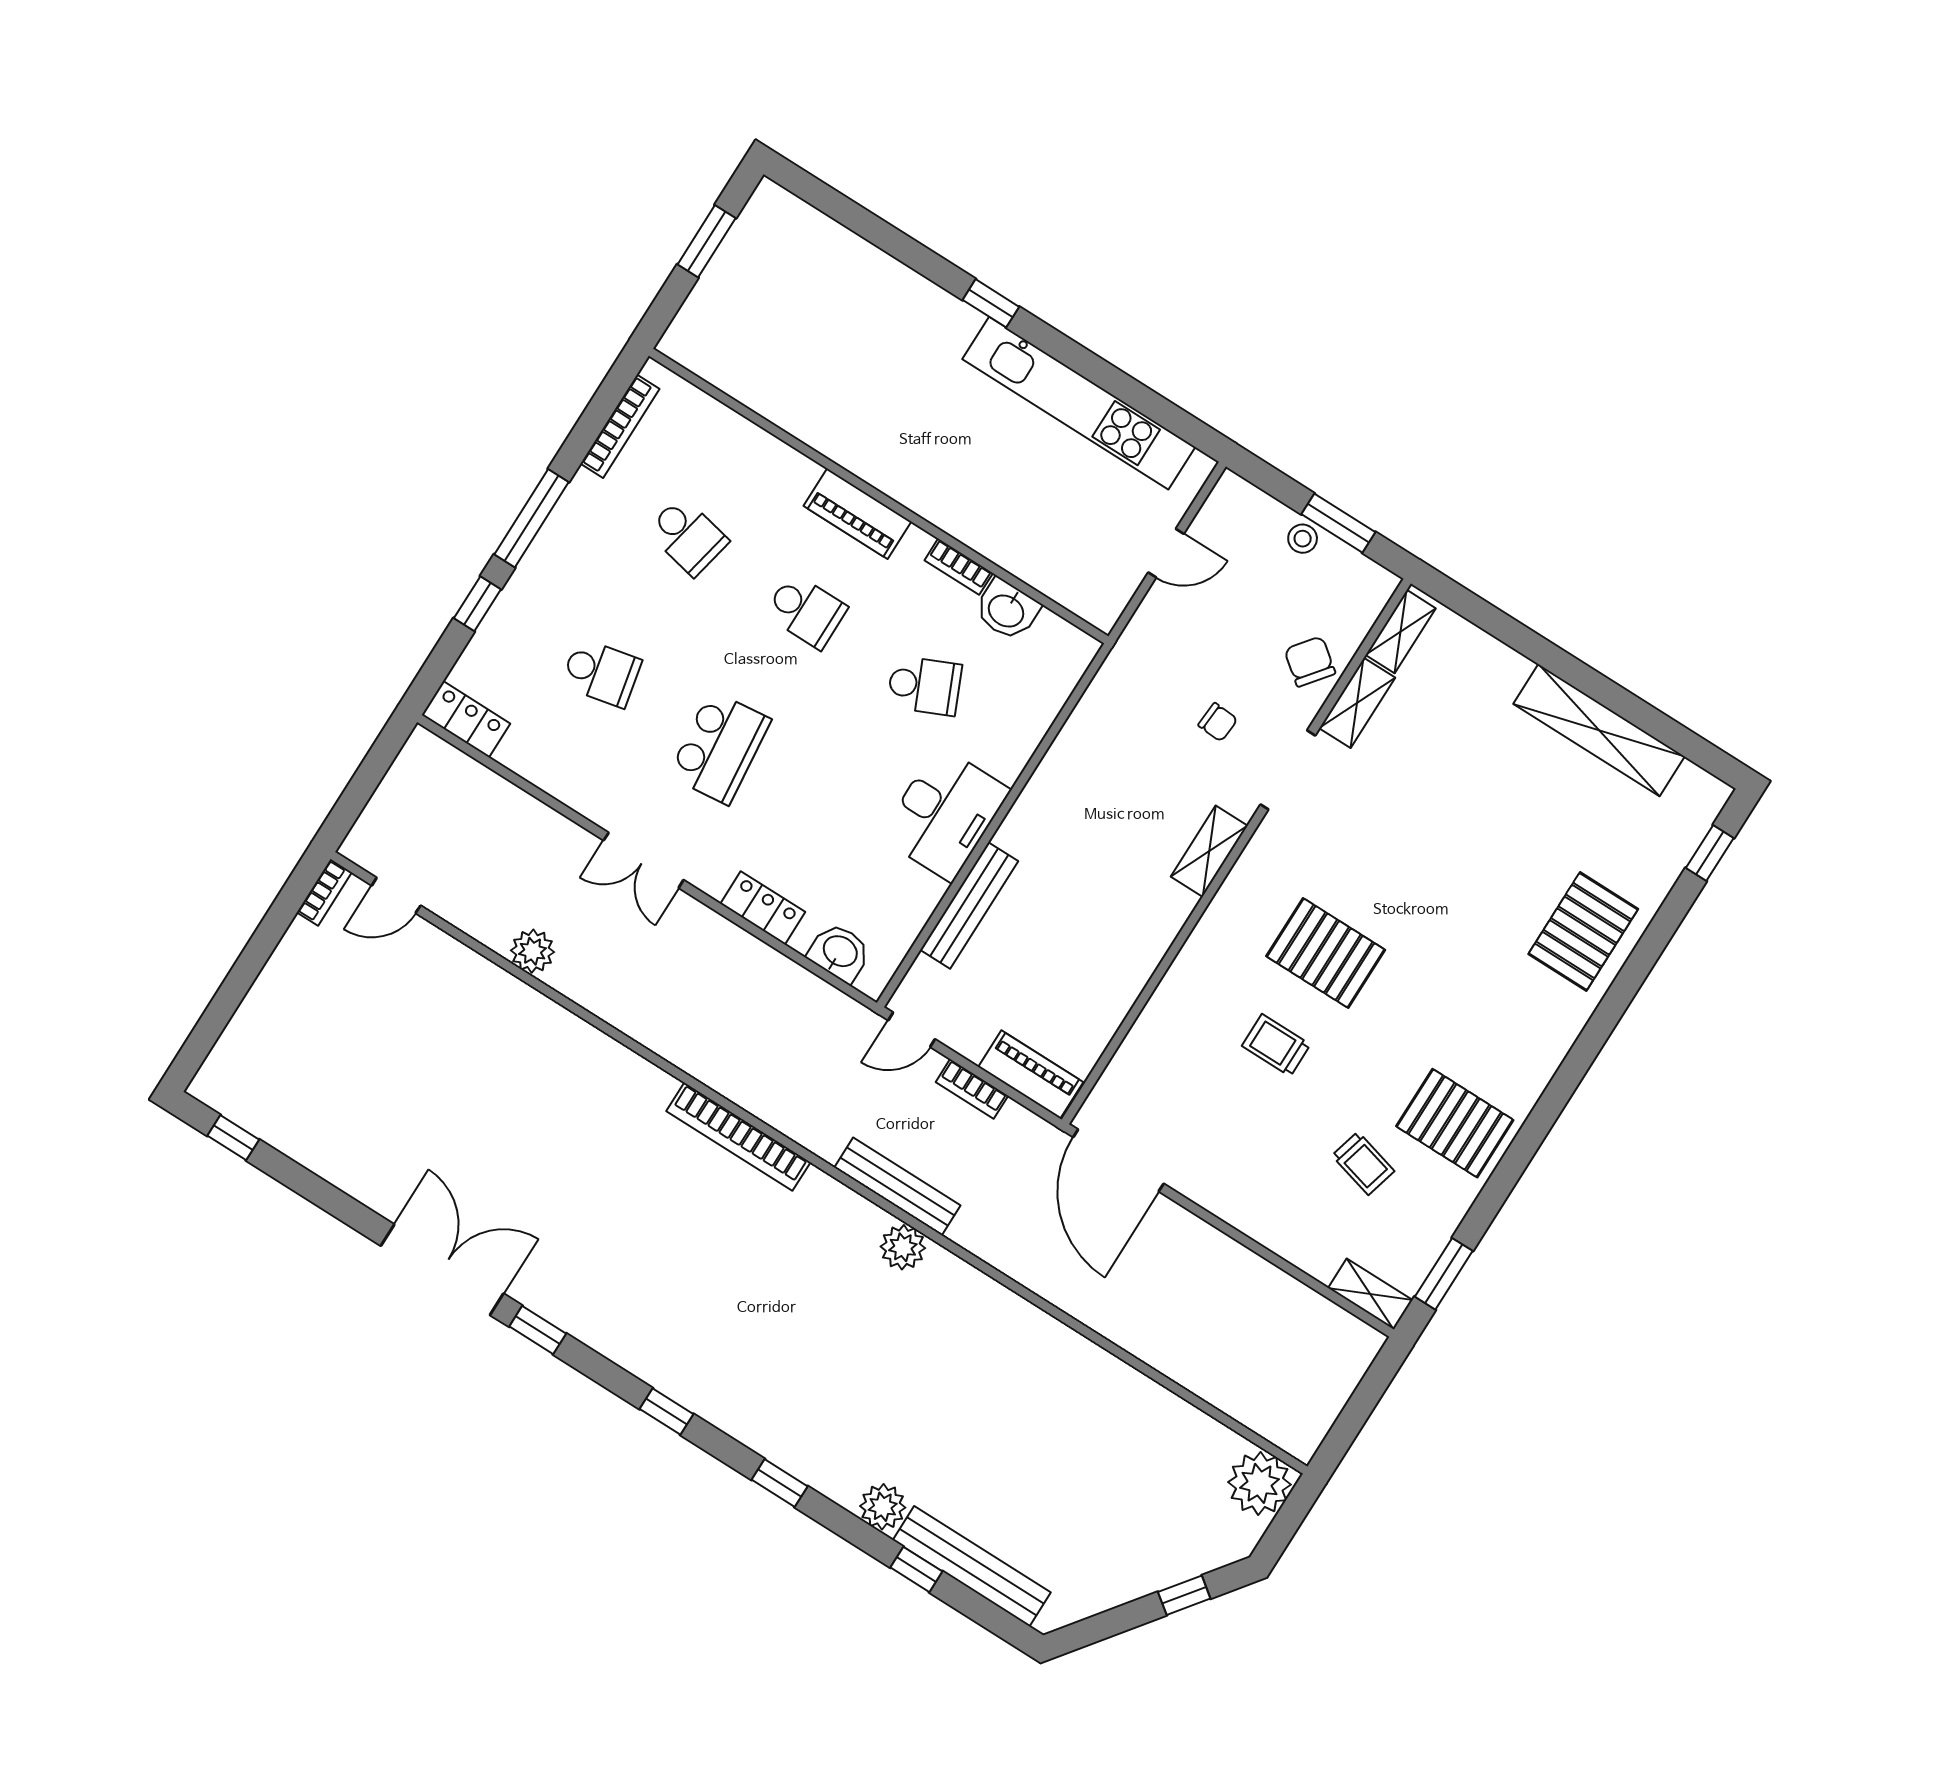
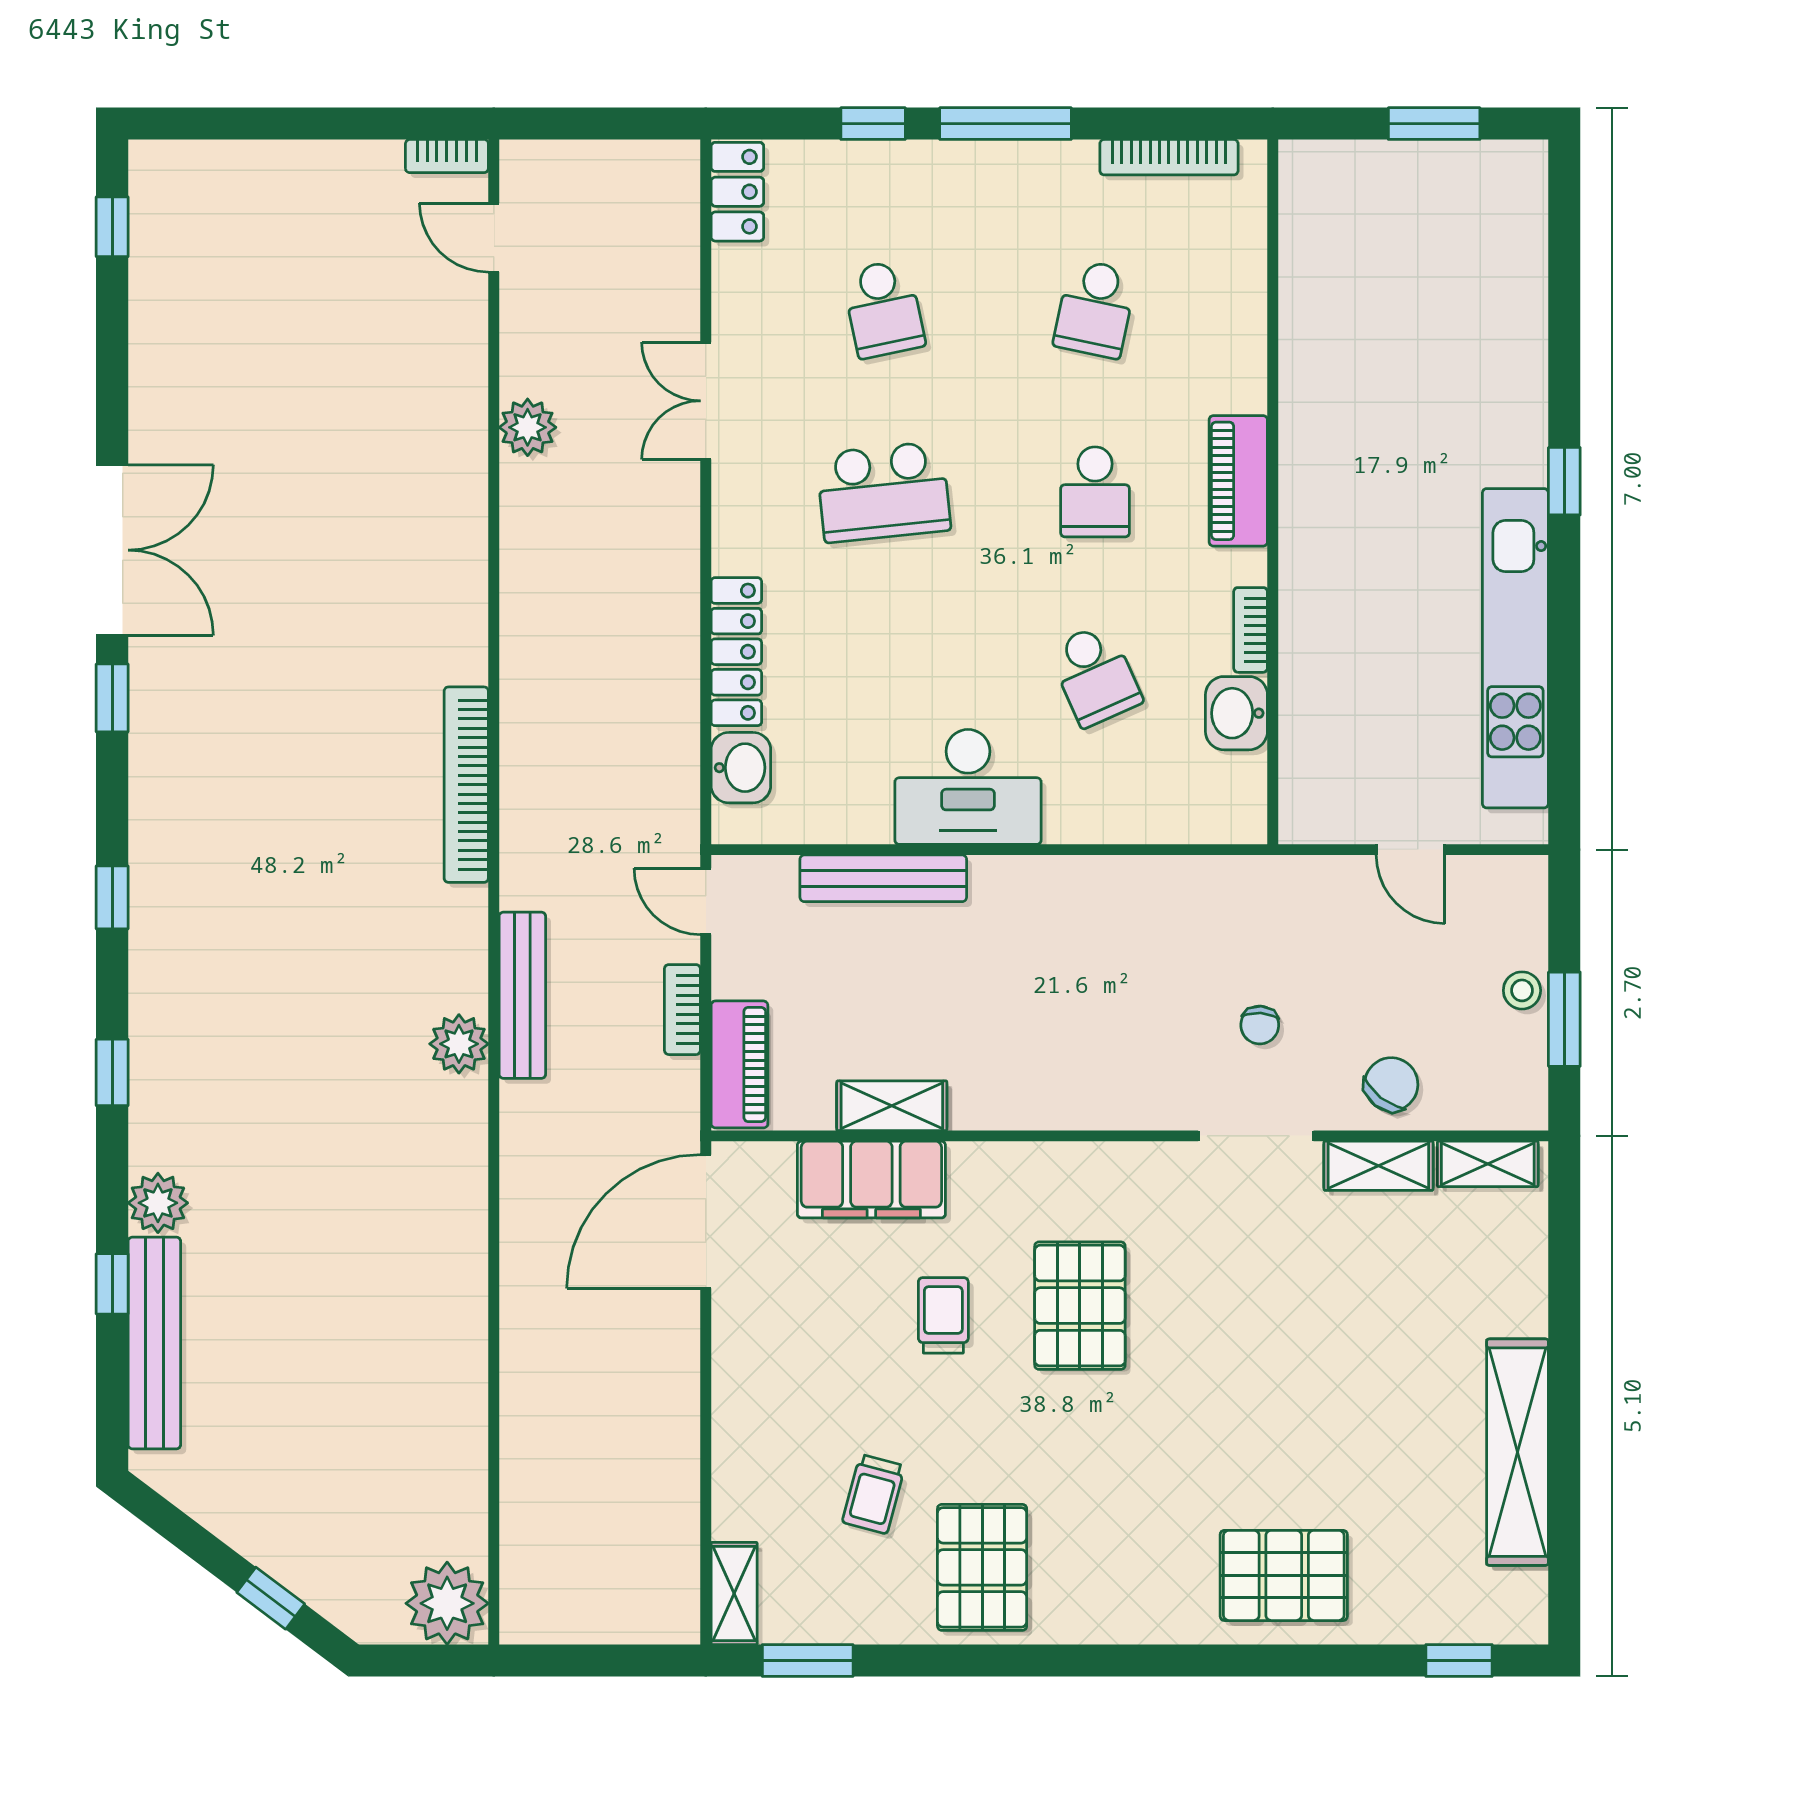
shelving: (1209, 851) -> (892, 1106), moved
double door: (644, 860) -> (706, 401), moved
locker: (763, 908) -> (736, 652), width x1.53
filing cabinet: (1159, 1036) -> (871, 1180), added

